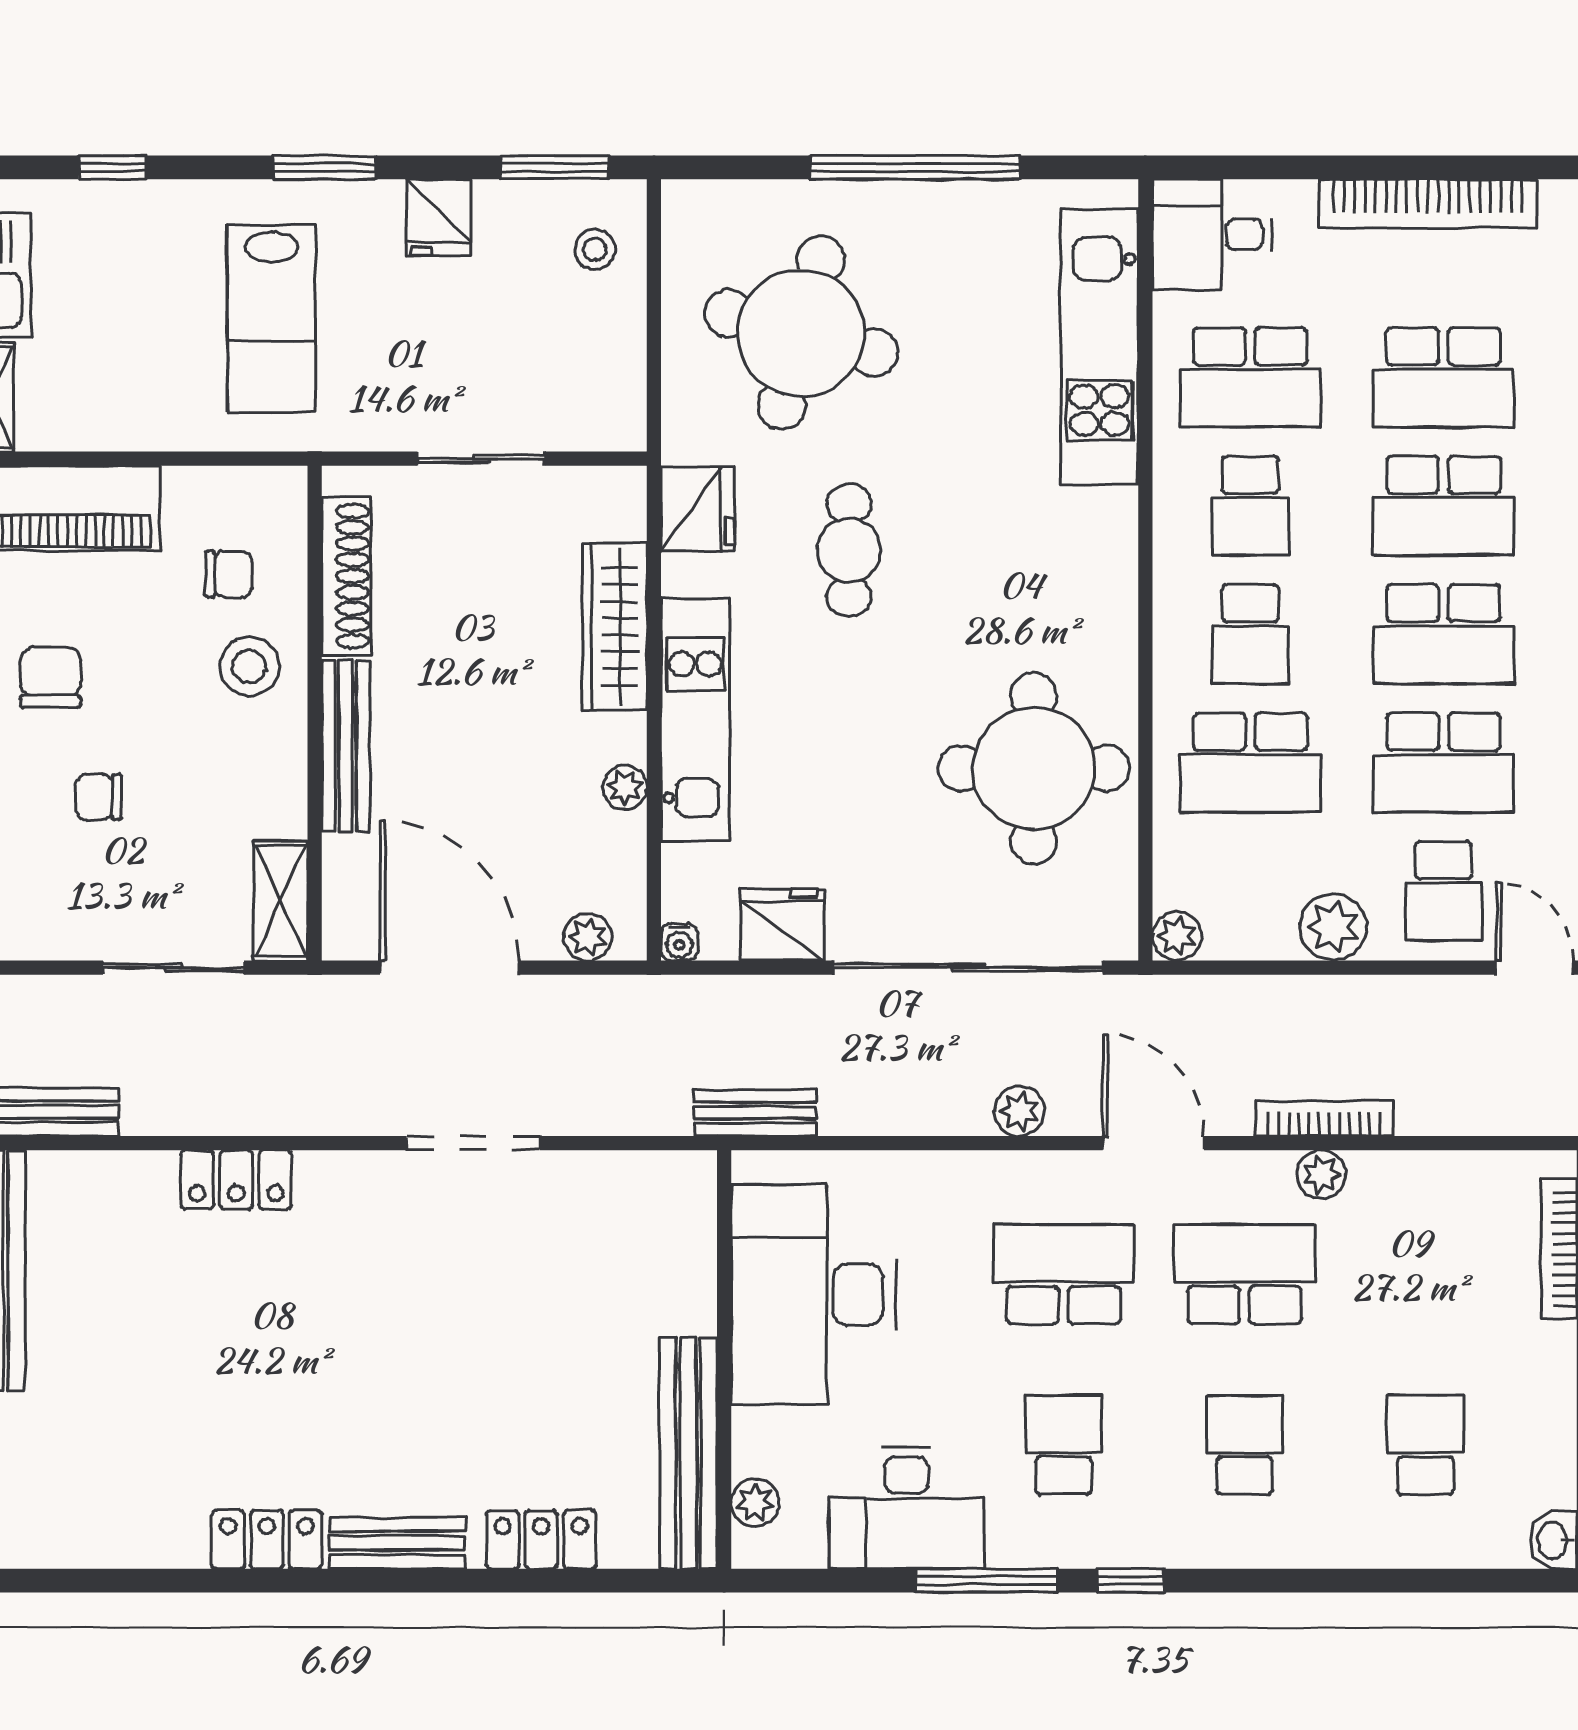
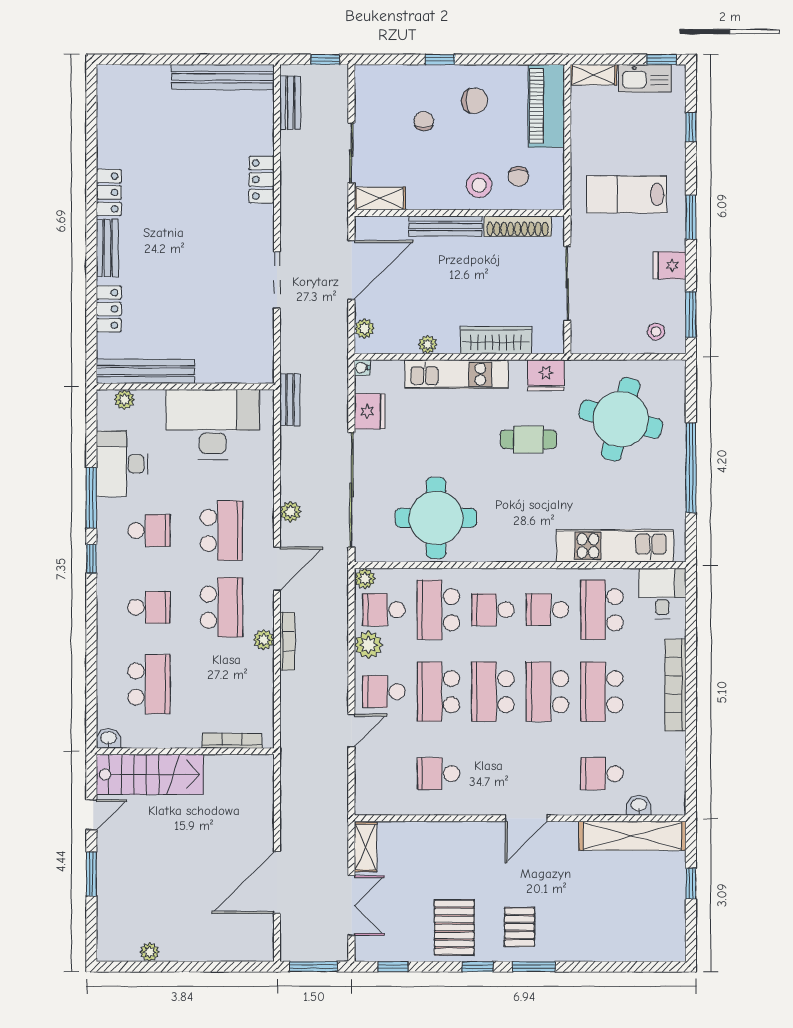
sliding door: (481, 459) -> (567, 283), width x1.37
school desk: (1250, 891) -> (384, 610), added
school desk: (1426, 1445) -> (149, 684), width x1.85

